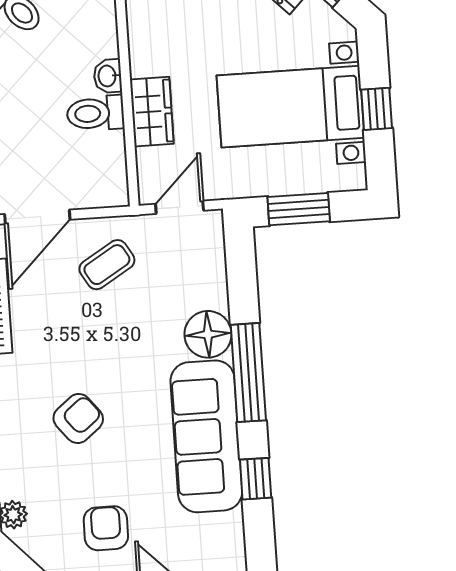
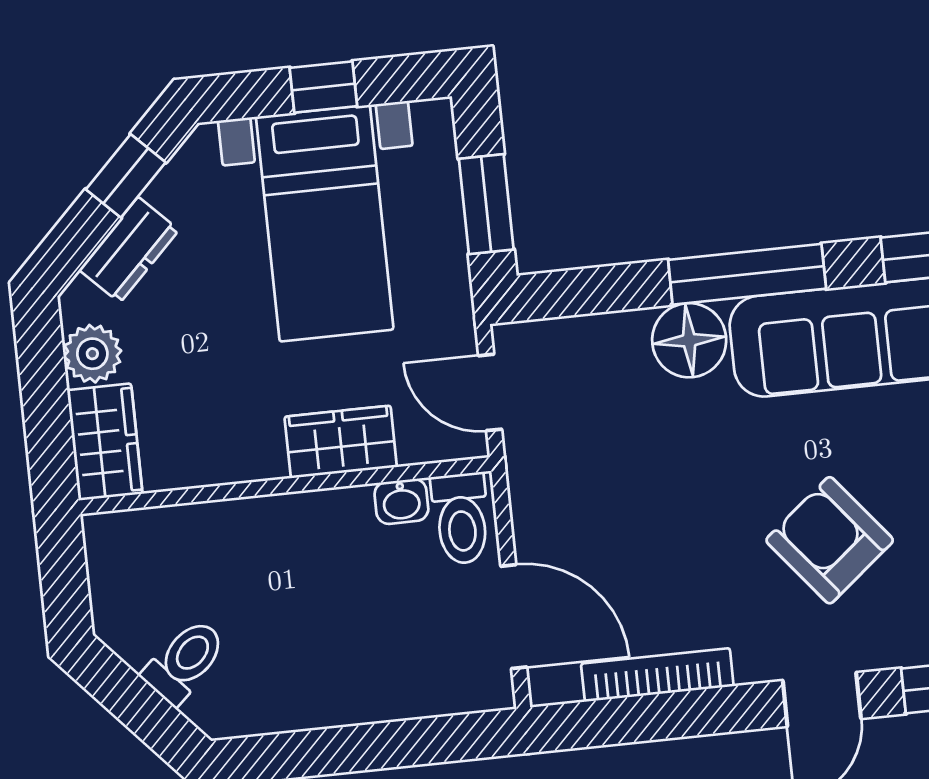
washbasin: (108, 76) -> (401, 501), moved
toilet: (96, 113) -> (461, 519), moved
coffee table: (107, 265) -> (585, 504), removed
armchair: (78, 419) -> (830, 540), width x1.38, depth x1.38

